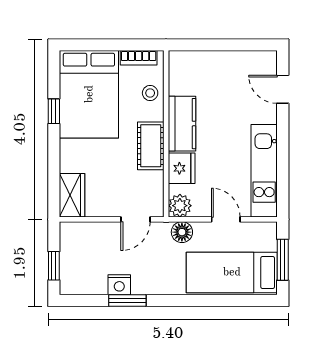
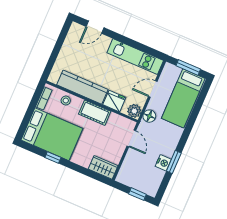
kitchen counter: (182, 124) -> (82, 87), width x1.50

